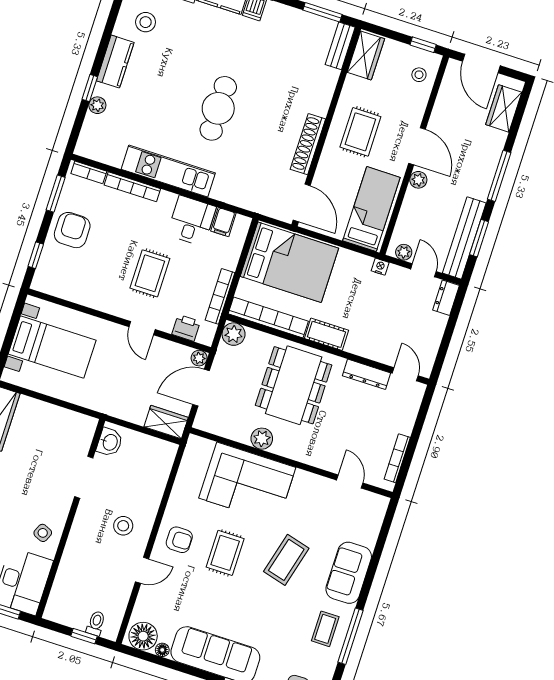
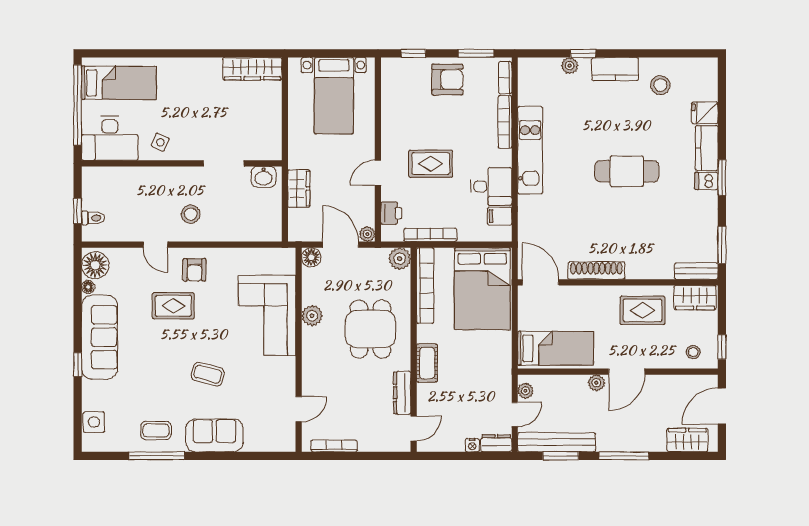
cafe table: (218, 108) -> (627, 171), moved
rug: (360, 132) -> (643, 310), moved
door: (302, 203) -> (541, 282), swing flipped
nightstand: (380, 267) -> (472, 445), moved, turned 90
cot: (327, 334) -> (427, 363), moved
dining table: (294, 385) -> (370, 329), width x0.73
floor lamp: (204, 421) -> (311, 257), added
wardrobe: (166, 422) -> (299, 189), moved
rug: (225, 553) -> (173, 306), moved
coffee table: (286, 560) -> (208, 374), width x0.73, depth x0.77

